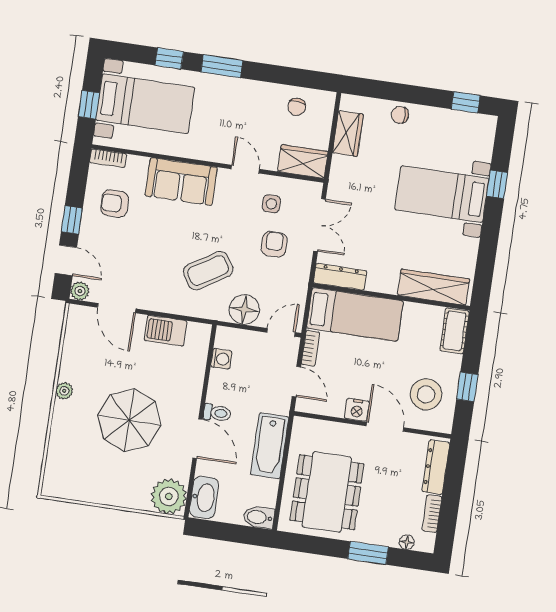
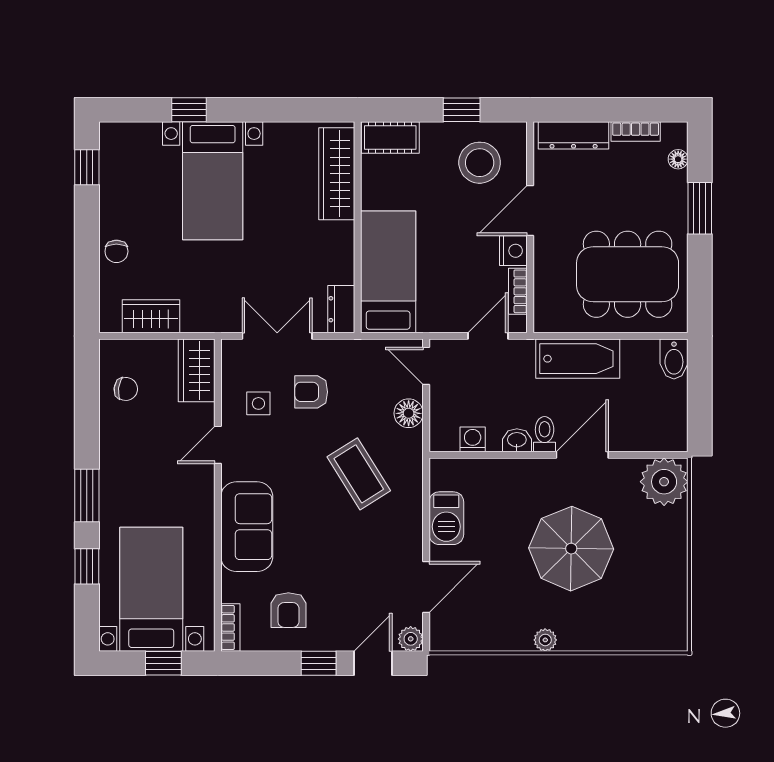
dresser: (340, 277) -> (341, 309), width x0.70
floor lamp: (244, 310) -> (409, 413), width x0.73, depth x0.73
bookcase: (311, 348) -> (518, 291), moved, turned -90
washbasin: (204, 497) -> (517, 440), moved, width x0.52, depth x0.69

